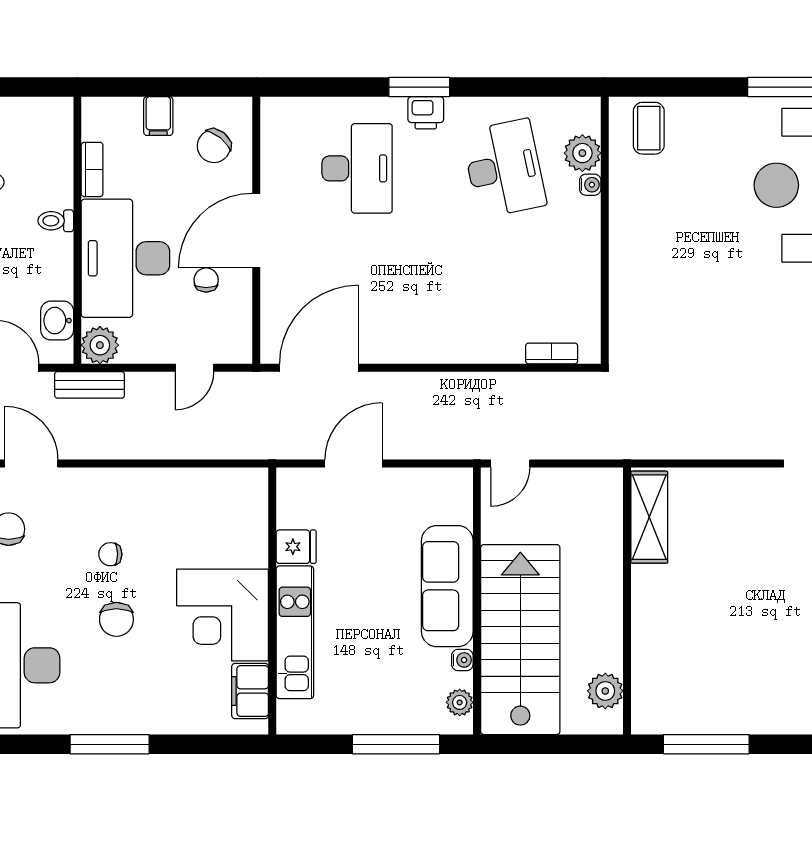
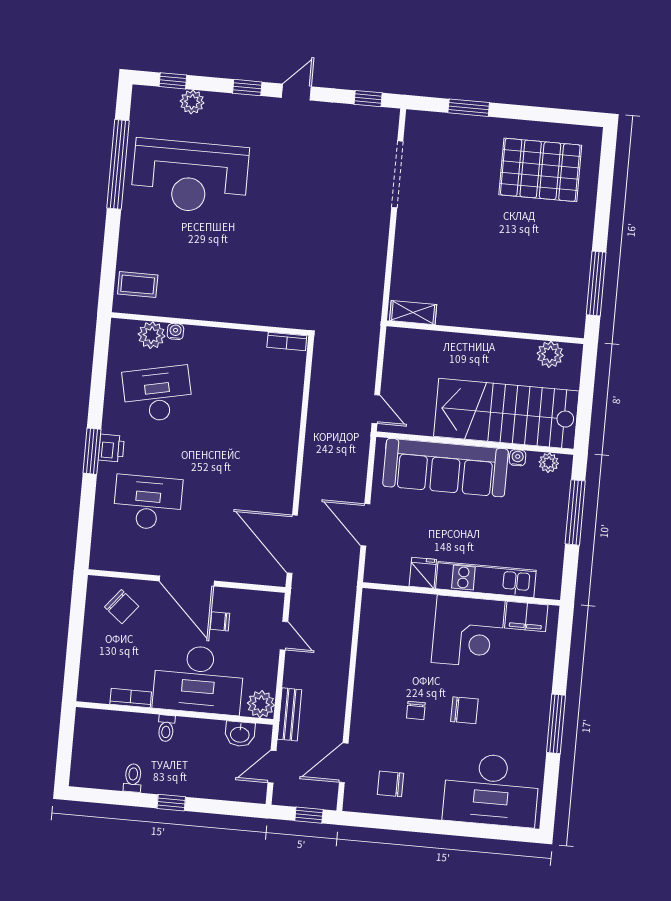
filing cabinet: (158, 116) -> (96, 646), removed
bookcase: (552, 353) -> (287, 341), moved, turned -90
shelving: (649, 517) -> (413, 313), width x0.67, depth x0.75
sofa: (447, 586) -> (445, 468), width x1.36, depth x1.27

